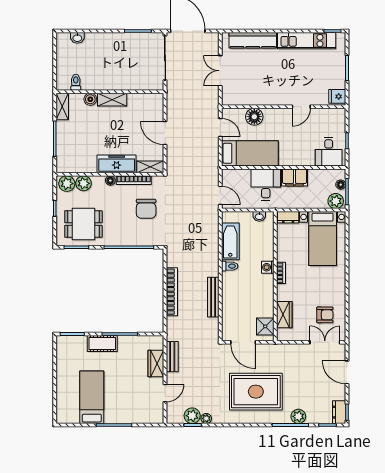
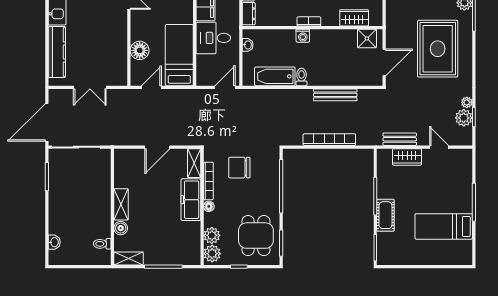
chair: (146, 209) -> (239, 168), turned 180

